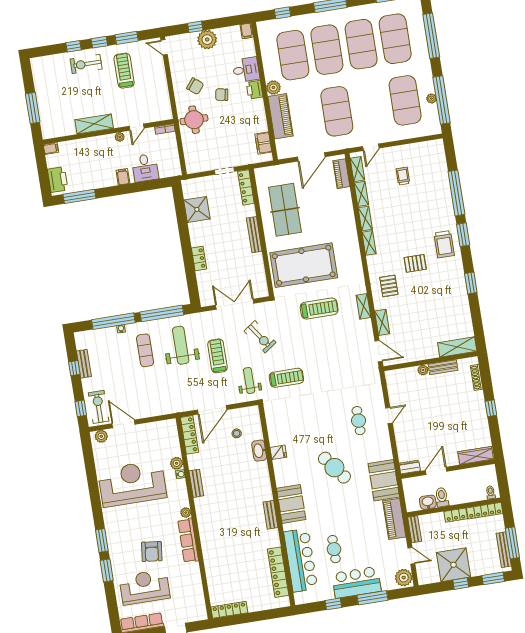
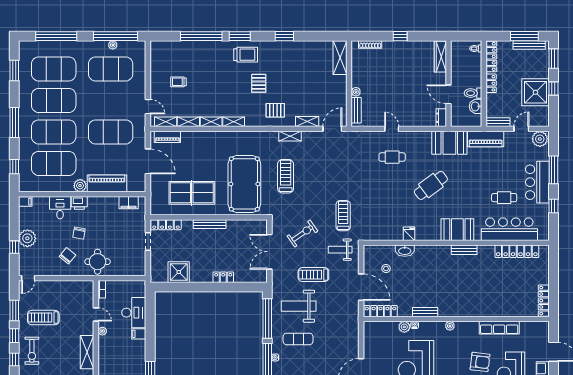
desk: (145, 168) -> (134, 313), width x1.37
bench: (443, 367) -> (356, 110), moved
row of seats: (188, 540) -> (499, 328), moved

